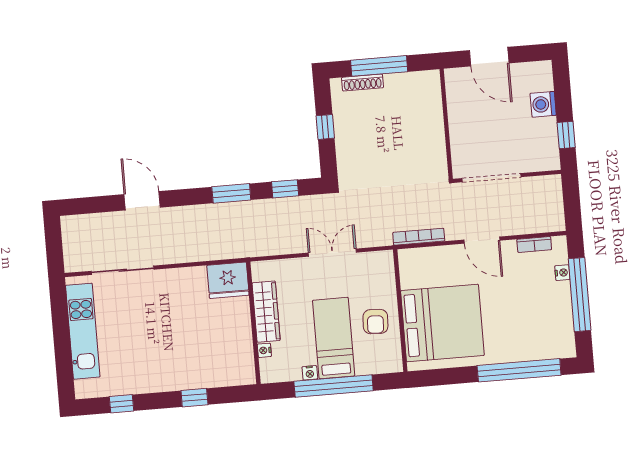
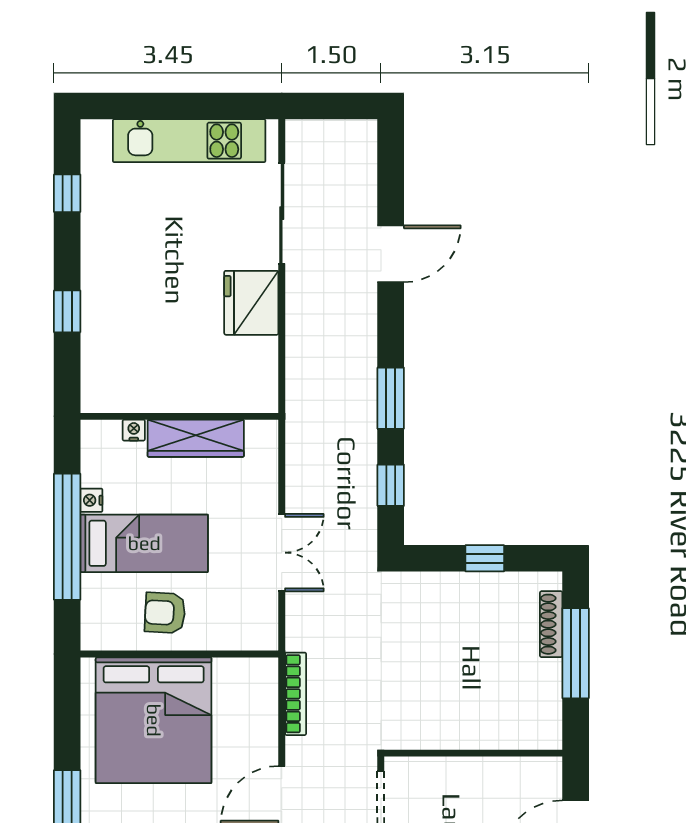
fridge: (228, 280) -> (251, 303), moved

